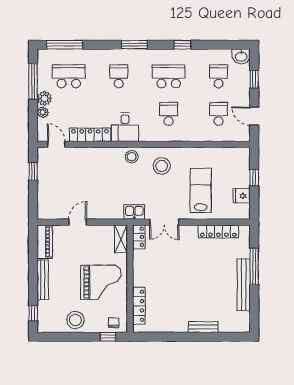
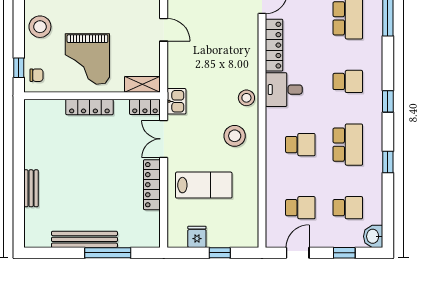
window: (134, 45) -> (388, 101), width x0.67
locker: (218, 231) -> (152, 185), moved
locker: (139, 306) -> (89, 107), moved

